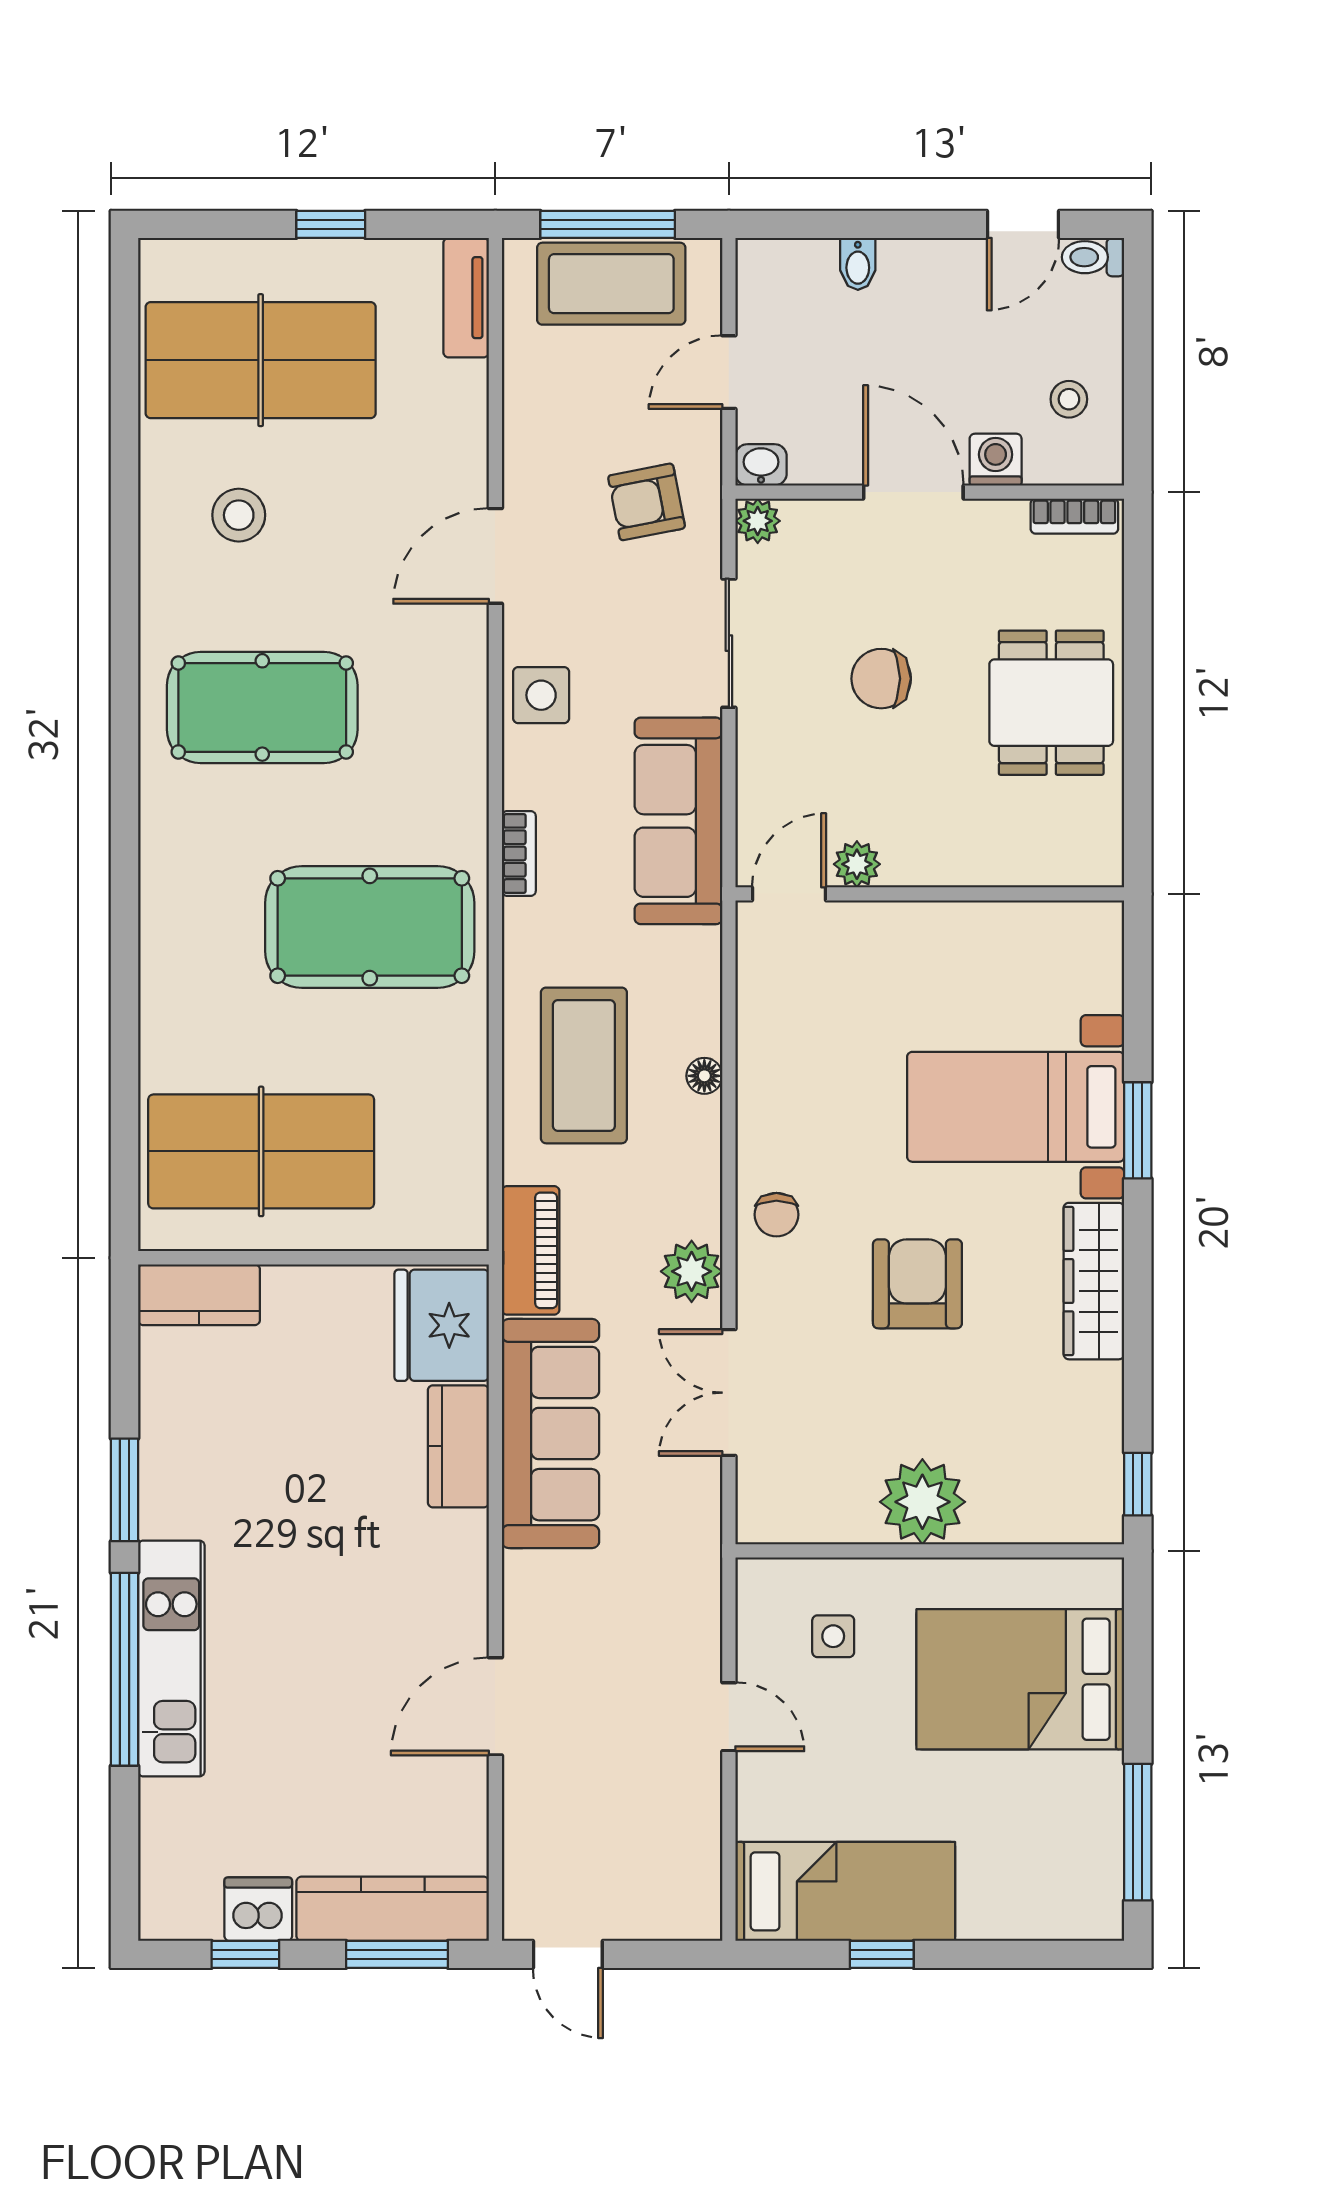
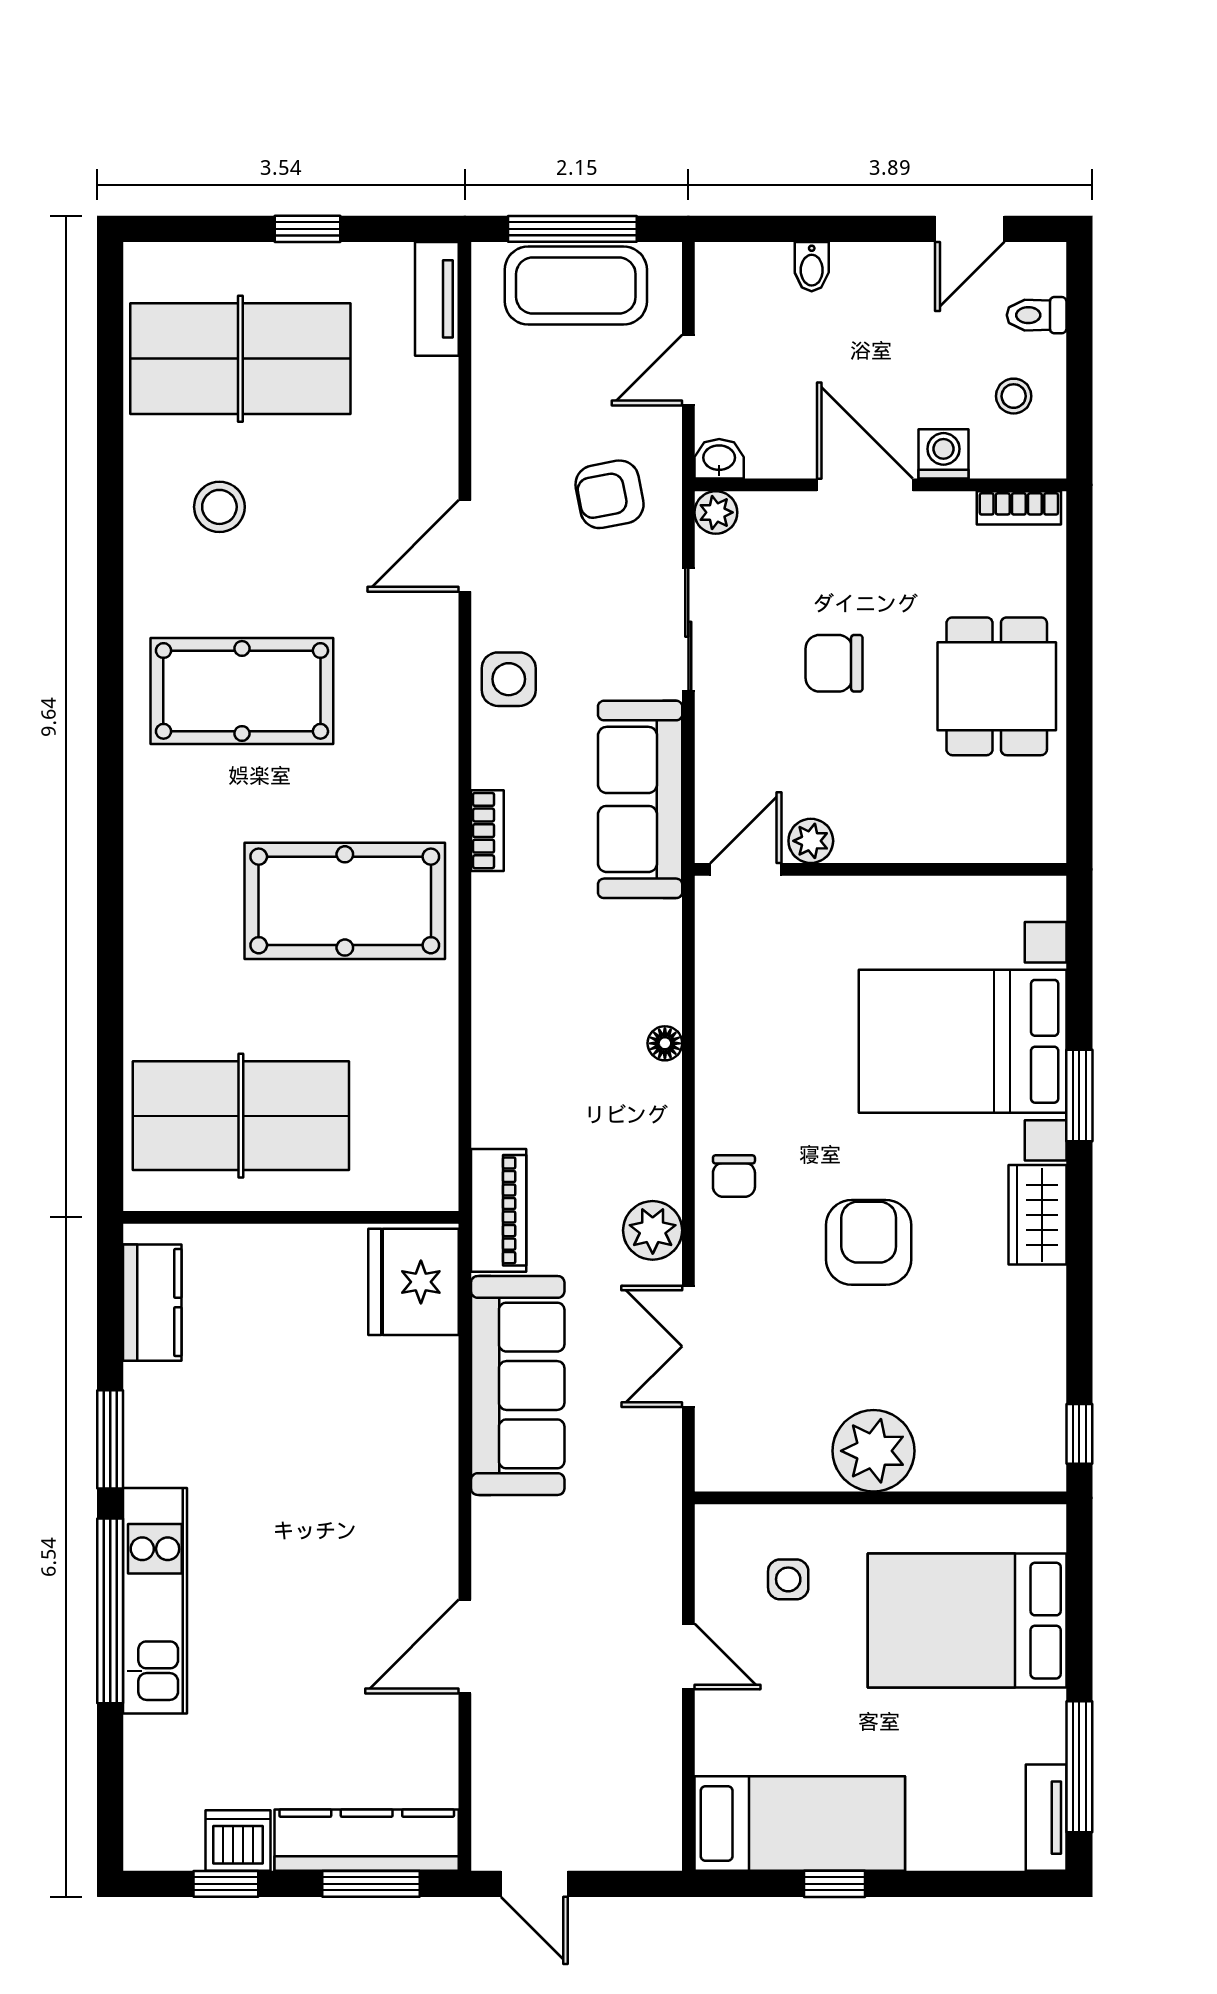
toilet: (1093, 257) -> (1037, 315), moved
coffee table: (584, 1065) -> (550, 1033), removed
bed with nightstands: (1016, 1107) -> (963, 1041), width x1.36
wardrobe: (1094, 1281) -> (1038, 1215), width x0.67
kitchen counter: (199, 1295) -> (152, 1303), moved, turned -90
kitchen counter: (458, 1446) -> (430, 1398), removed
tv unit: (1103, 1885) -> (1046, 1818), added

